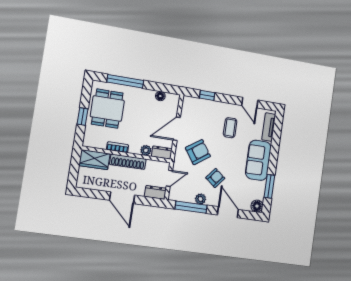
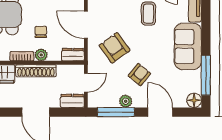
chair: (137, 129) -> (41, 32), added
door: (177, 129) -> (86, 25), hinge flipped
plant: (146, 150) -> (41, 55), moved
armchair: (198, 152) -> (115, 48), turned -91
window: (269, 186) -> (206, 75), width x1.44

